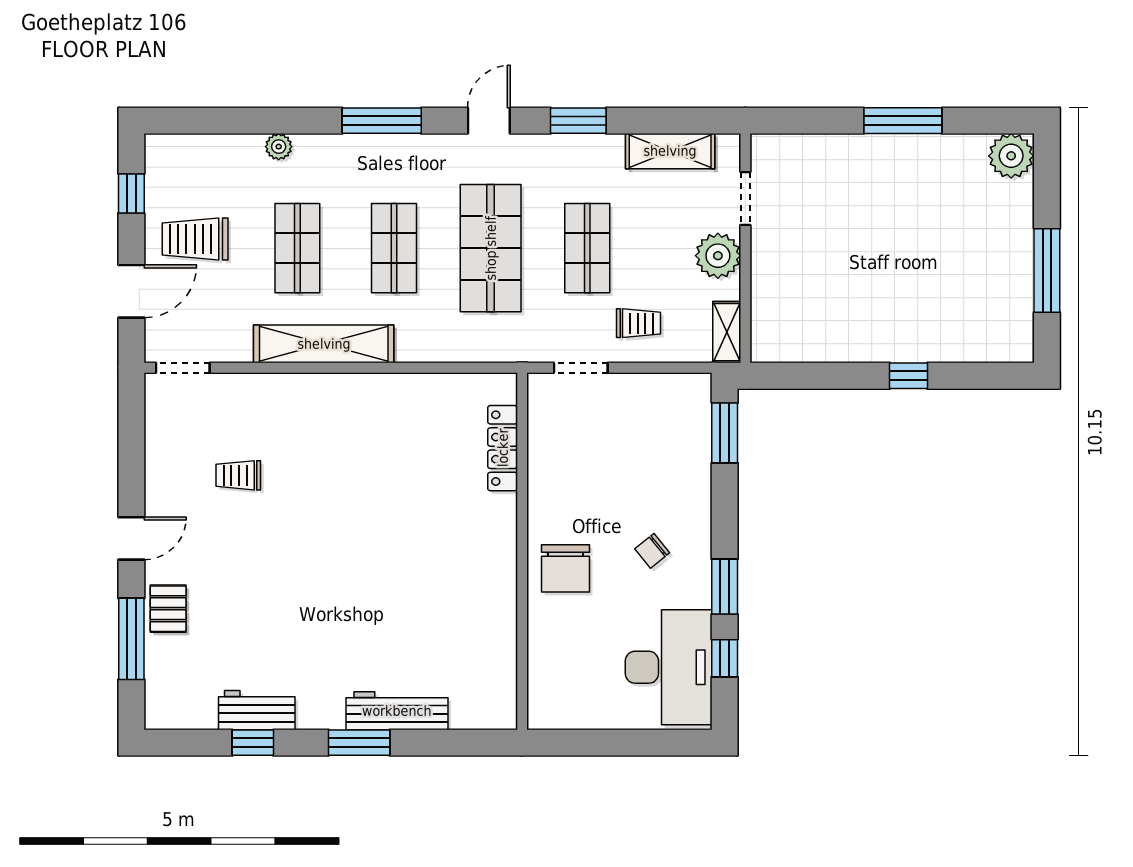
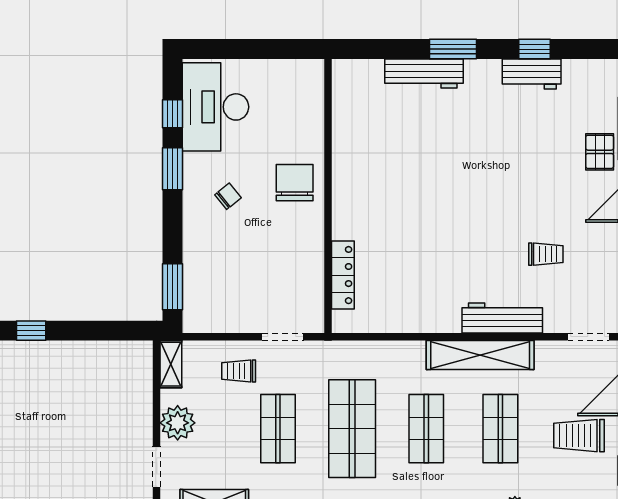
trolley: (195, 239) -> (579, 436), turned 180
workbench: (295, 392) -> (502, 318), added

